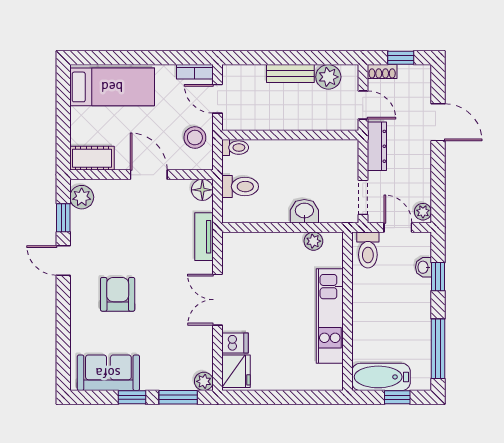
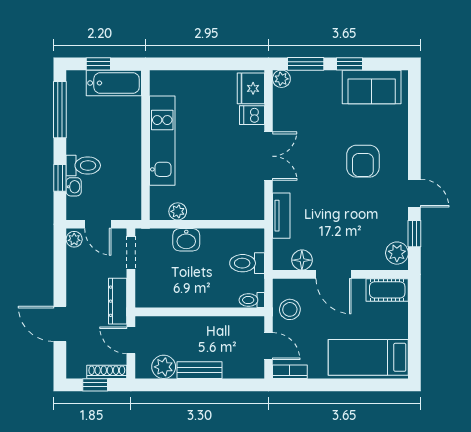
shoe rack: (382, 72) -> (107, 372), width x1.43
floor lamp: (202, 190) -> (302, 260), moved
toilet: (368, 250) -> (83, 165), moved, turned 90

